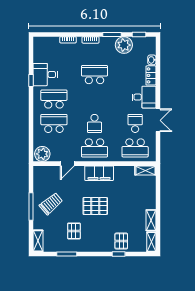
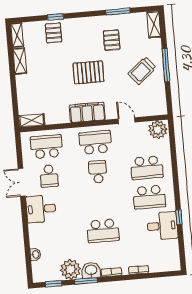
washbasin: (107, 43) -> (91, 270), added
locker: (151, 75) -> (35, 236), removed
door: (67, 164) -> (127, 121), hinge flipped

